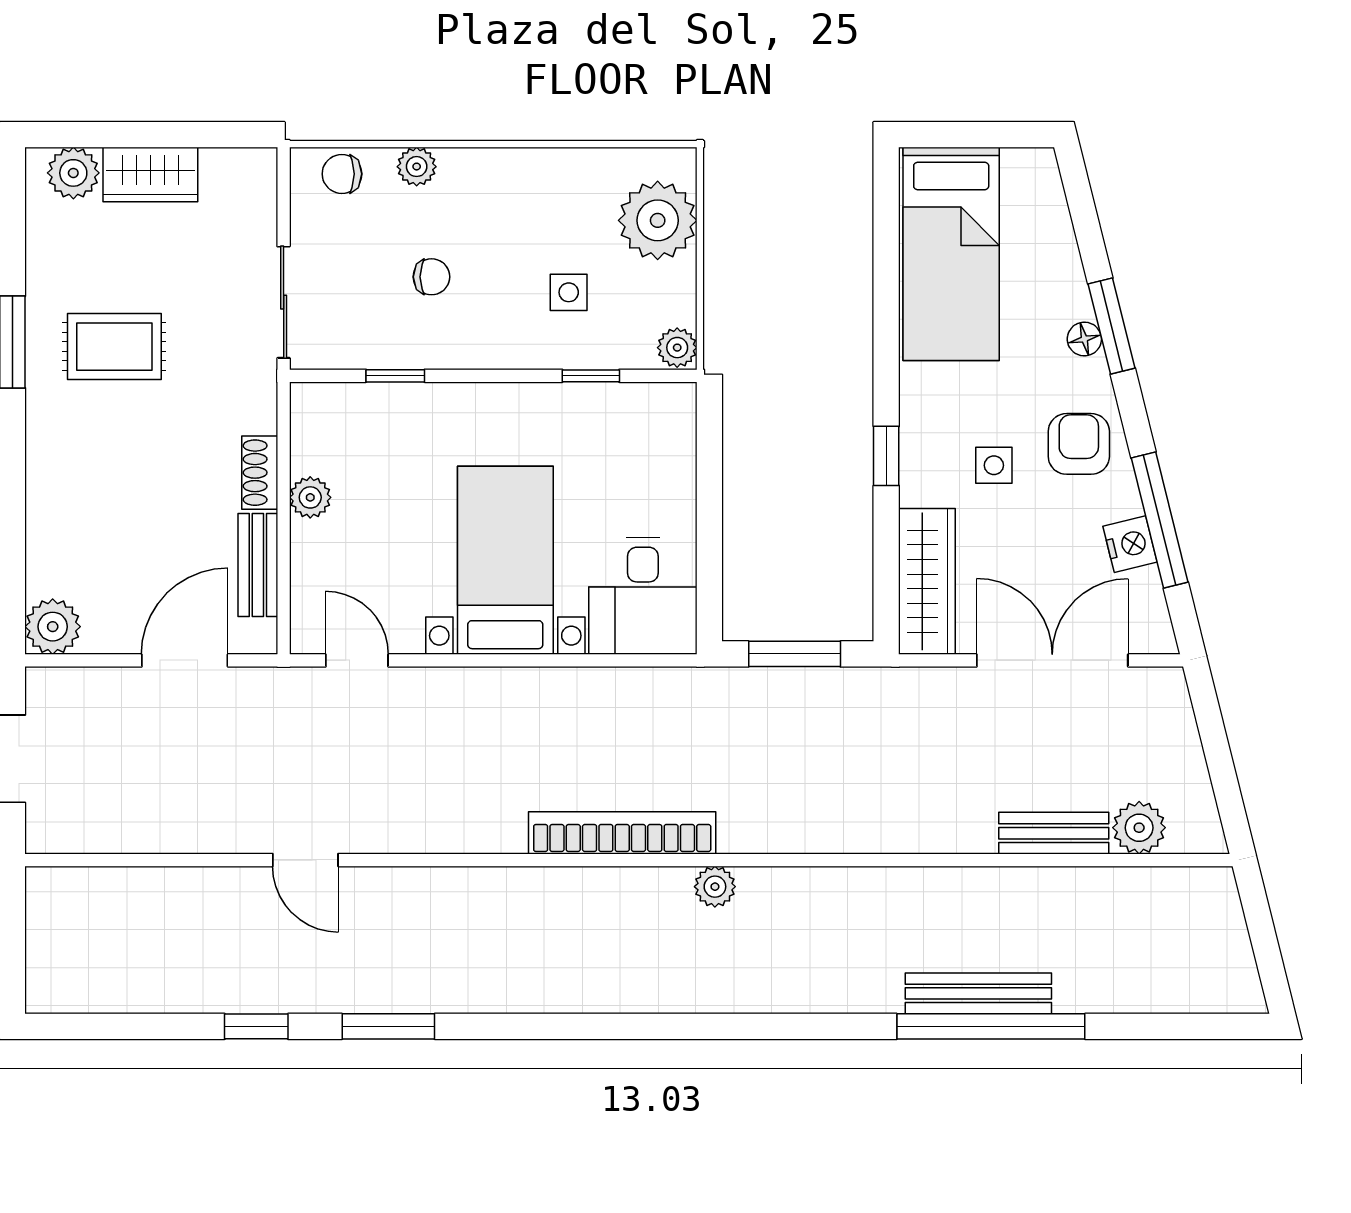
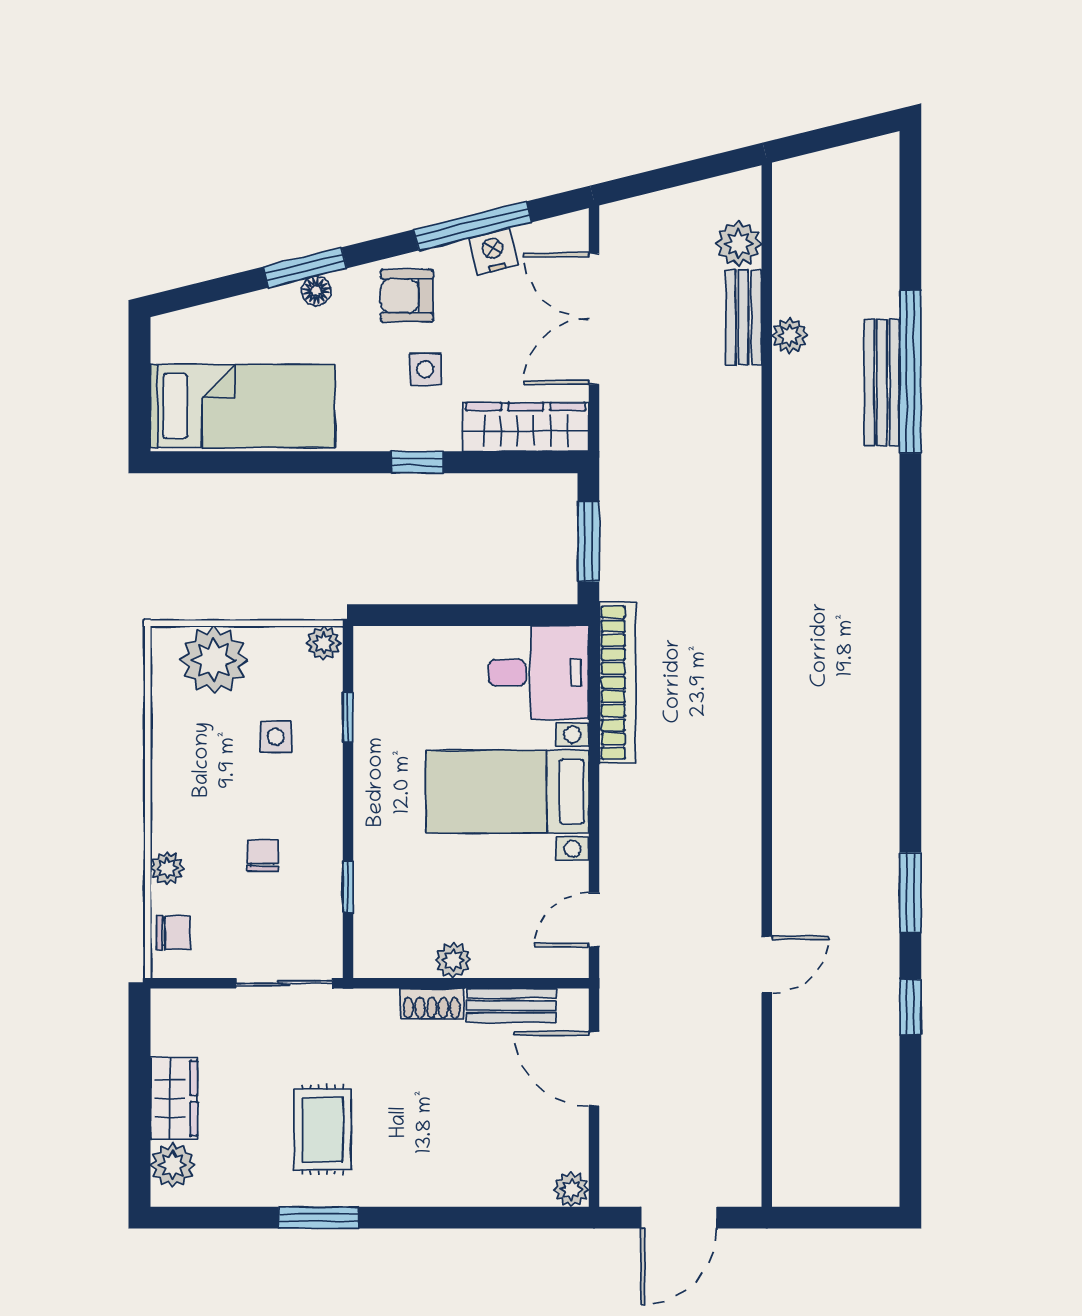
chair: (342, 174) -> (173, 933), turned -90
plant: (53, 627) -> (571, 1189), width x0.73, depth x0.73
bookcase: (622, 833) -> (618, 683), moved, turned 180
plant: (715, 887) -> (790, 336), moved

